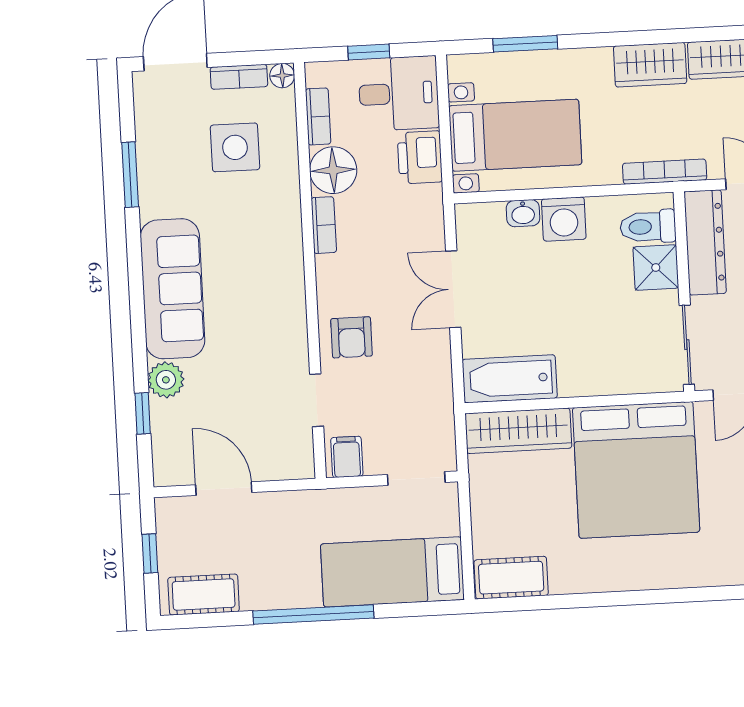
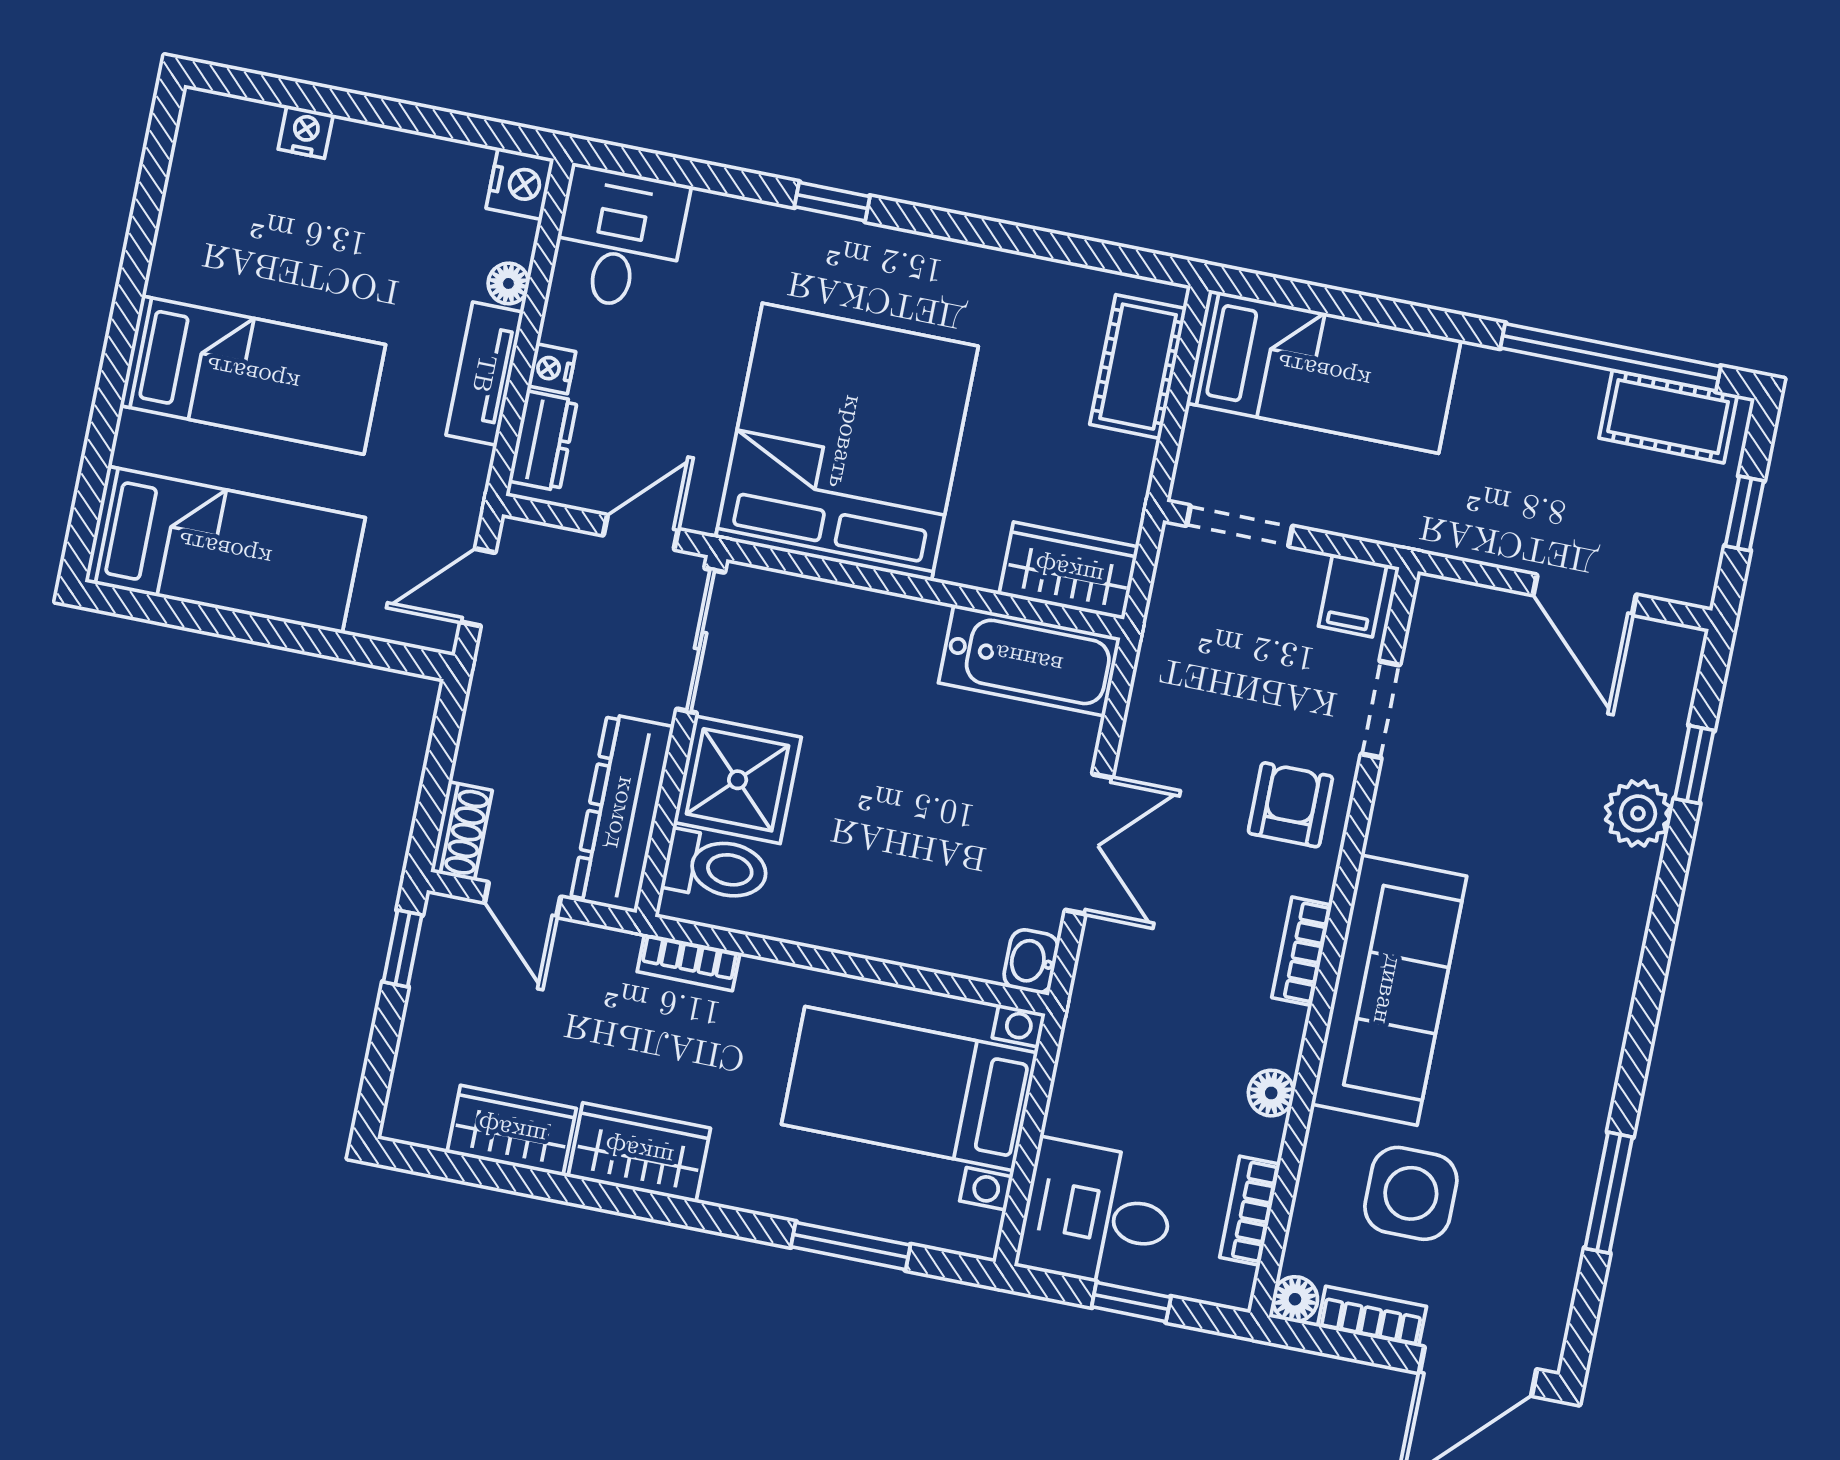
printer: (420, 157) -> (1088, 1093), removed
floor lamp: (333, 170) -> (1271, 1093), width x0.53, depth x0.53
bookcase: (665, 172) -> (689, 962), width x0.64
washbasin: (523, 213) -> (1031, 961), moved, turned -90
washing machine: (564, 219) -> (862, 918), removed
bookcase: (324, 225) -> (1302, 951), moved
shower: (656, 268) -> (738, 780), width x1.36, depth x1.36
sofa: (172, 289) -> (1389, 990), moved, turned 180
wardrobe: (518, 431) -> (1069, 571), width x0.67
cot: (511, 578) -> (1138, 367), moved, turned 90
window: (676, 596) -> (832, 202), added
window: (313, 615) -> (1610, 357), moved

